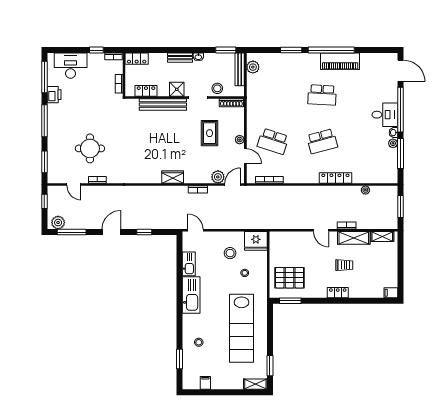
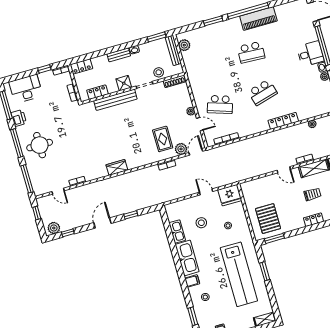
rug: (210, 133) -> (163, 139), moved
round table: (90, 148) -> (40, 145), moved
window: (44, 162) -> (27, 179), width x1.44
wardrobe: (173, 177) -> (117, 167), moved
door: (196, 230) -> (206, 192), moved
window: (72, 232) -> (68, 233), width x0.46
stool: (230, 253) -> (201, 223), moved
pallet: (290, 278) -> (268, 219), turned 90
filing cabinet: (190, 321) -> (192, 281), added
window: (270, 366) -> (265, 271), moved

